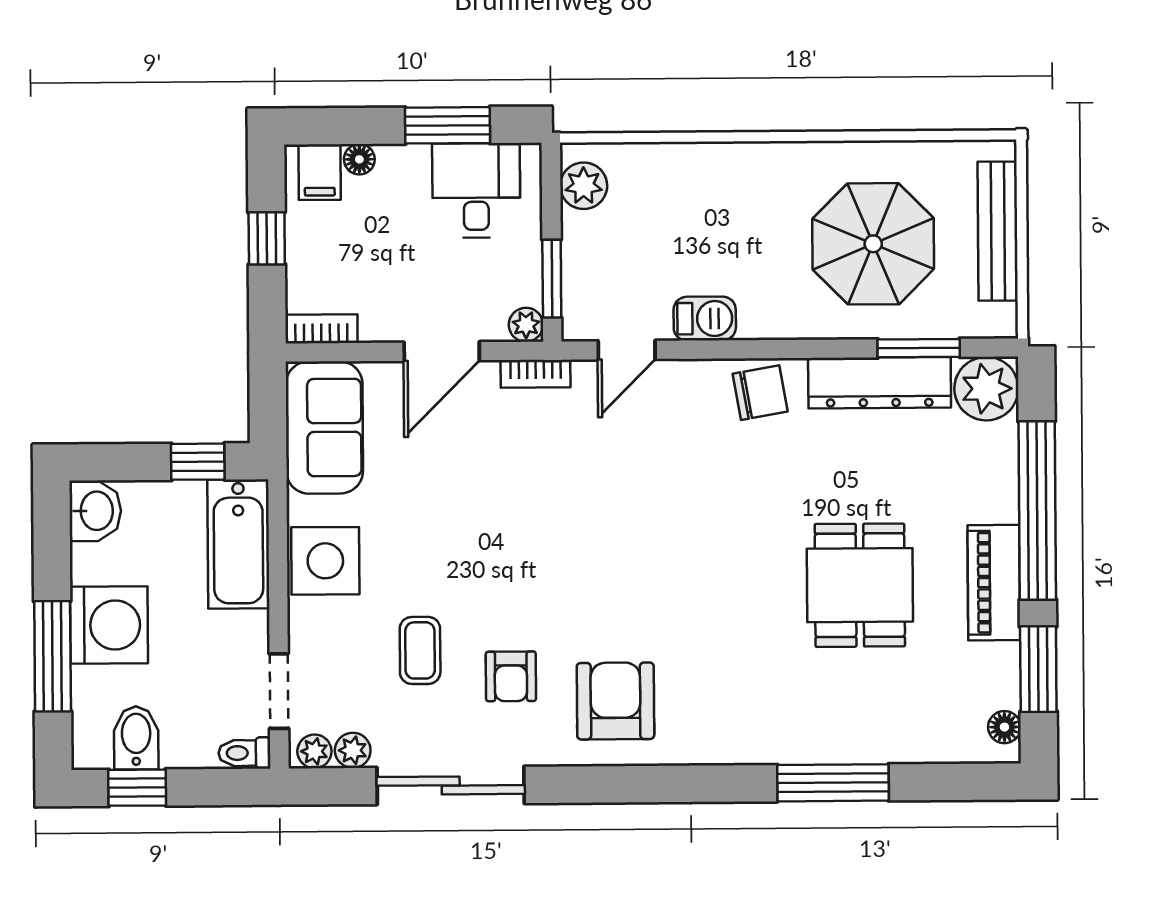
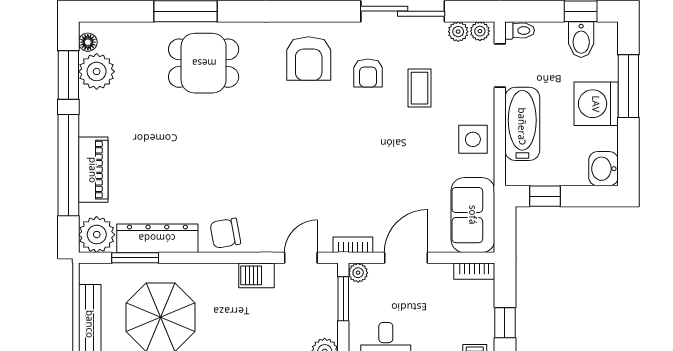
bathtub: (238, 544) -> (522, 124), moved
side table: (325, 561) -> (473, 139), width x0.73, depth x0.73
piano: (994, 583) -> (93, 170), moved
dining table: (860, 585) -> (204, 63), moved, turned 90
armchair: (511, 676) -> (368, 73), turned 180
plant: (989, 676) -> (97, 71), added

